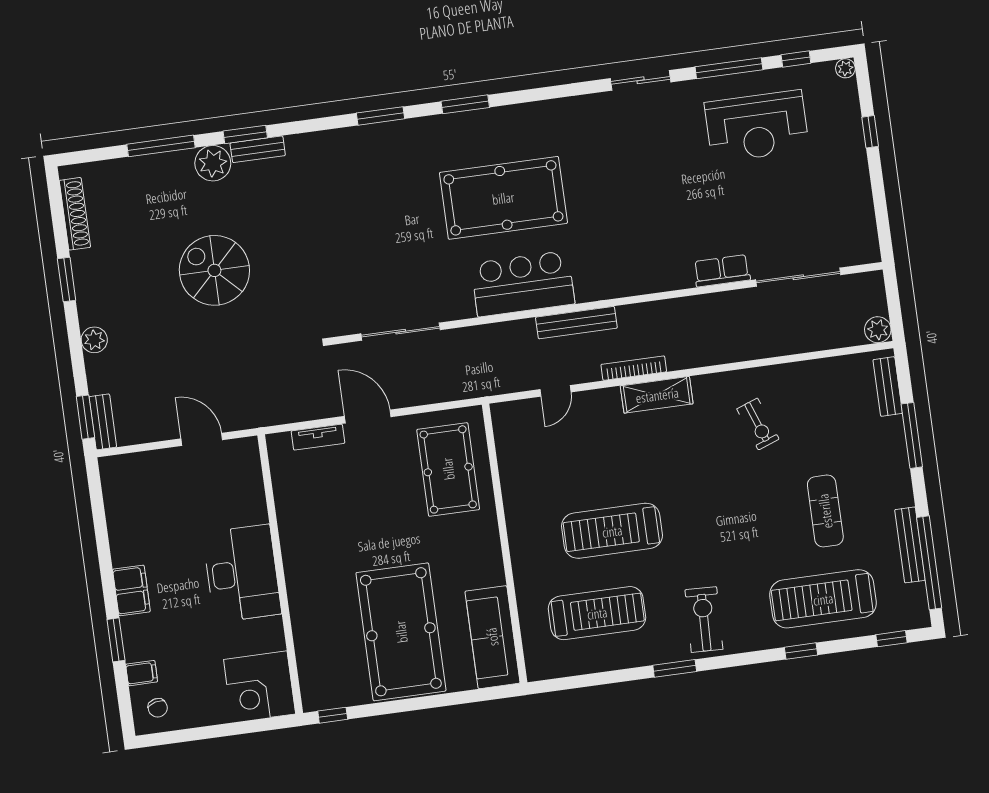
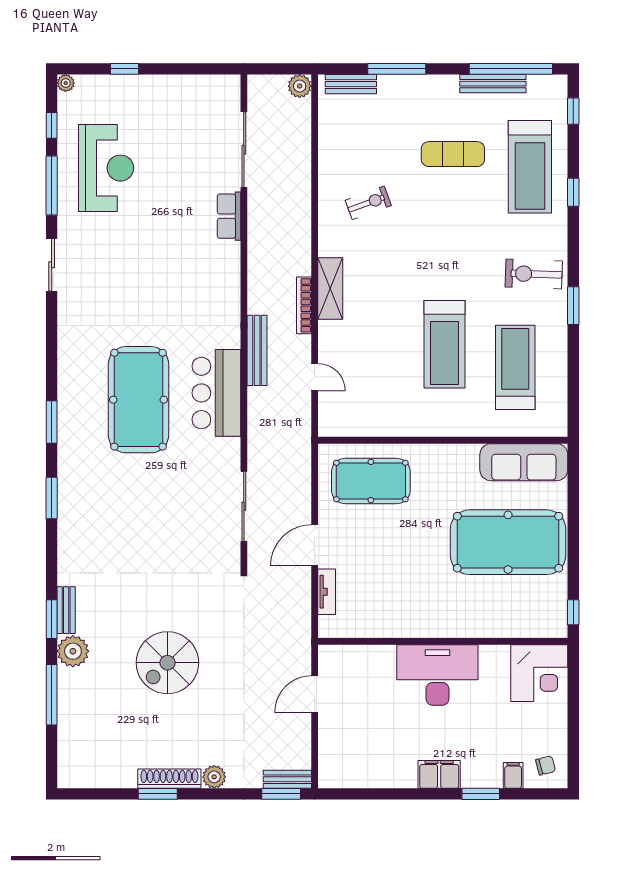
shoe rack: (75, 214) -> (169, 779), moved

